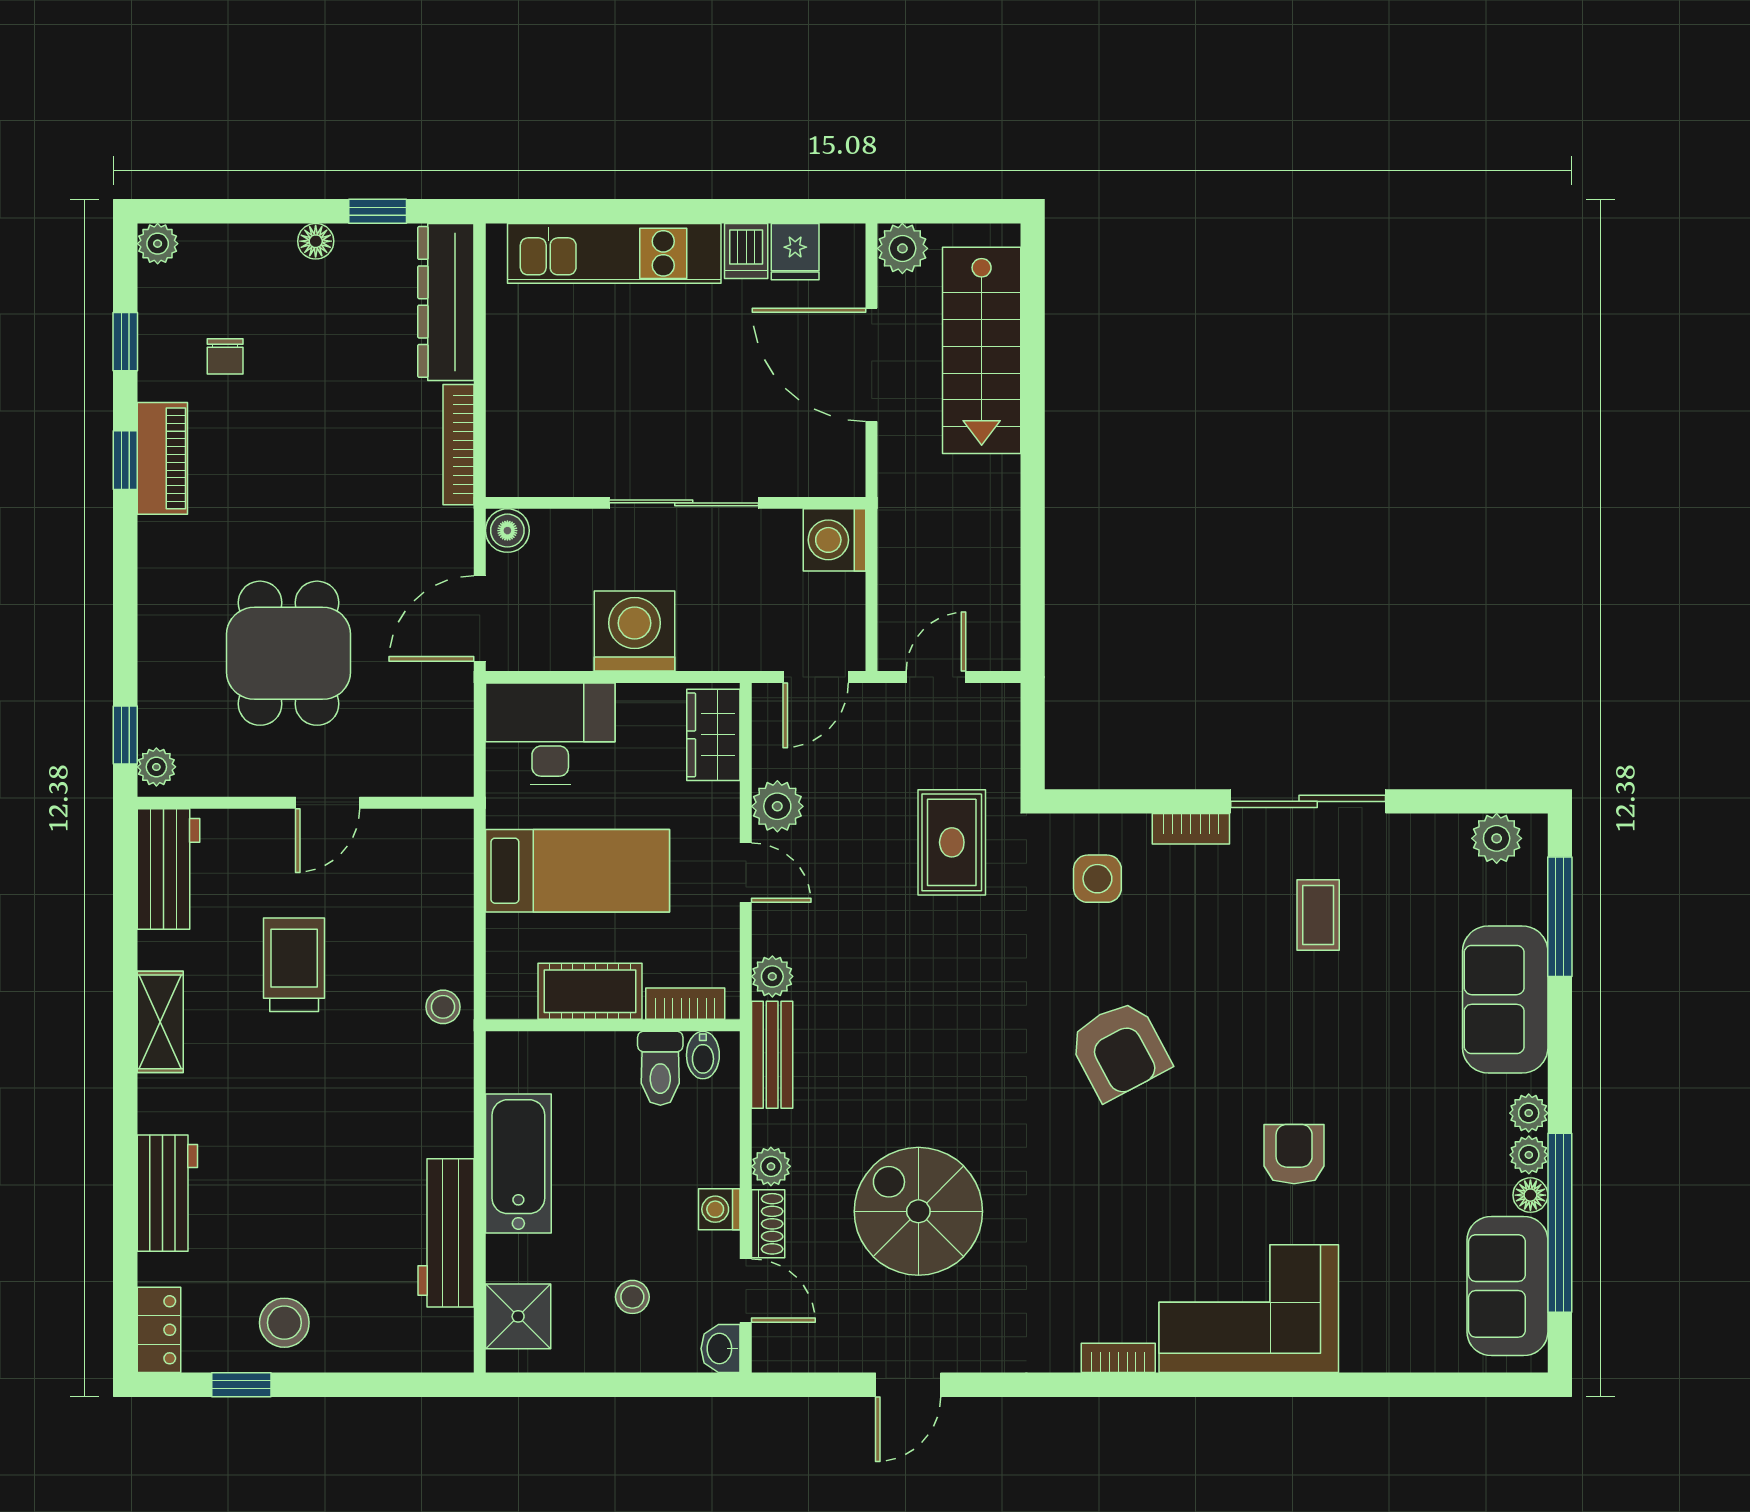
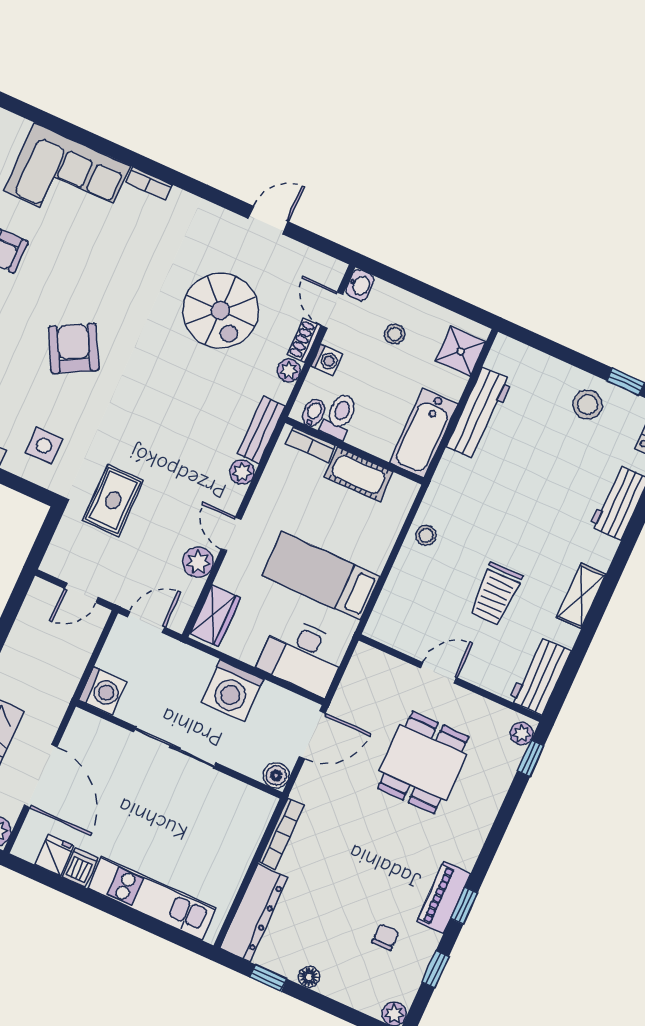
cot: (590, 991) -> (359, 474), moved
bookcase: (685, 1004) -> (311, 445), moved
wall: (613, 1025) -> (355, 451), moved
bidet: (703, 1055) -> (313, 413), moved
toilet: (660, 1068) -> (340, 416), moved

